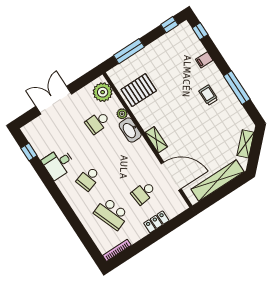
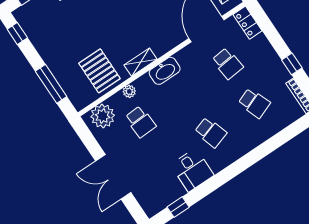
washbasin: (130, 130) -> (165, 71), moved
shelving: (156, 140) -> (140, 62), moved
school desk: (111, 214) -> (254, 103), width x0.54
locker: (156, 222) -> (247, 23), moved
window: (143, 244) -> (292, 64), added

